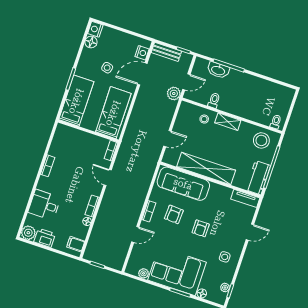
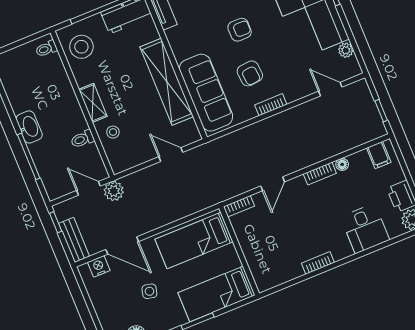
washbasin: (218, 70) -> (29, 127), moved
armchair: (174, 214) -> (250, 73), turned 82
door: (135, 234) -> (330, 89), moved

